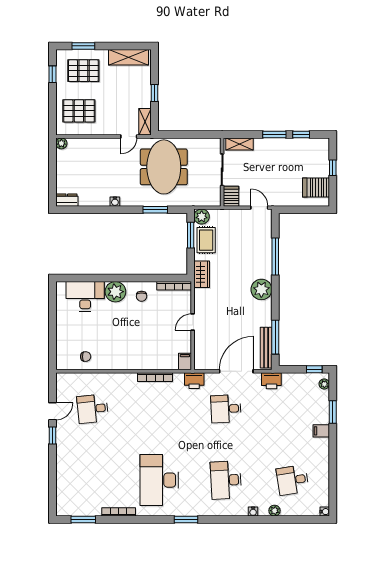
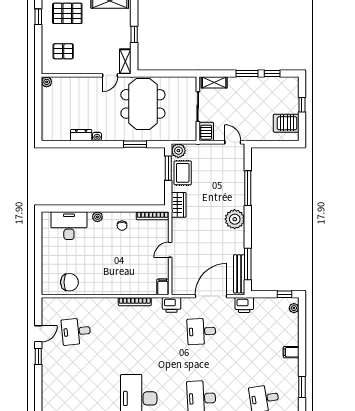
pallet: (79, 111) -> (63, 51), width x0.67, depth x0.71
dresser: (67, 200) -> (81, 135), moved
plant: (115, 292) -> (97, 217), width x0.53, depth x0.53
chair: (86, 357) -> (69, 282), width x1.87, depth x1.87
window: (333, 412) -> (302, 387), moved

